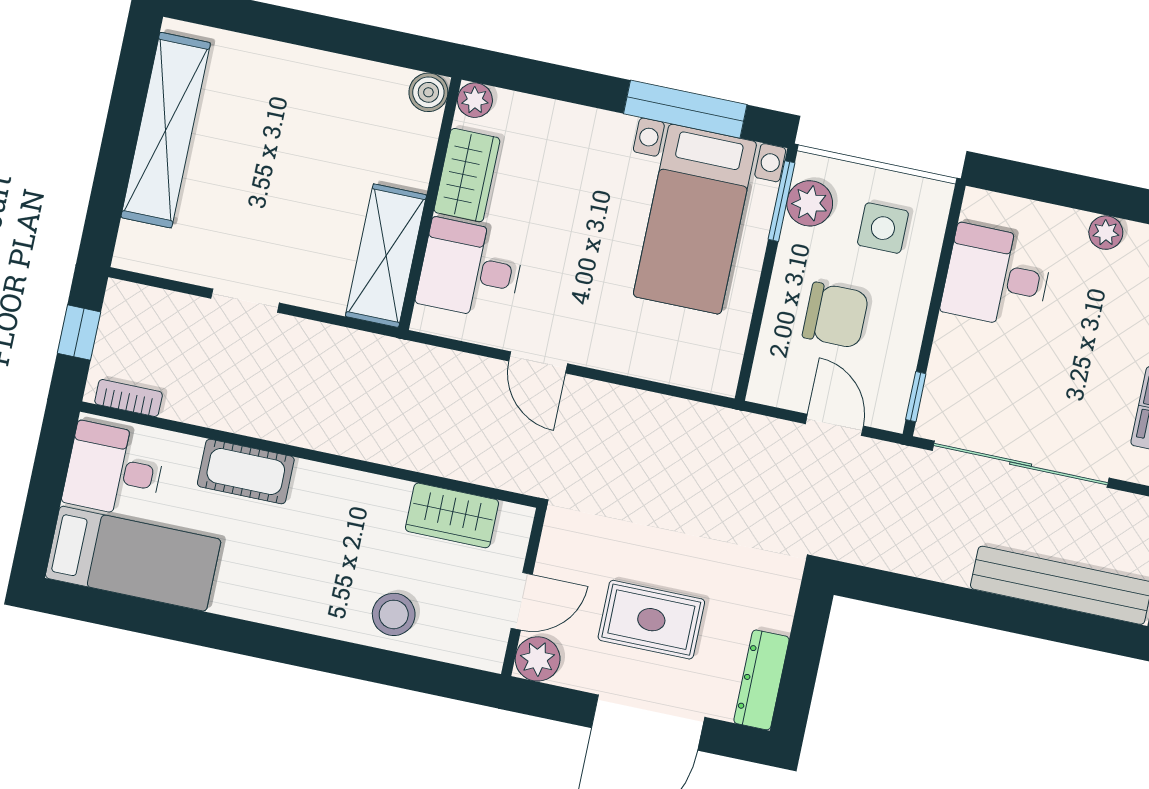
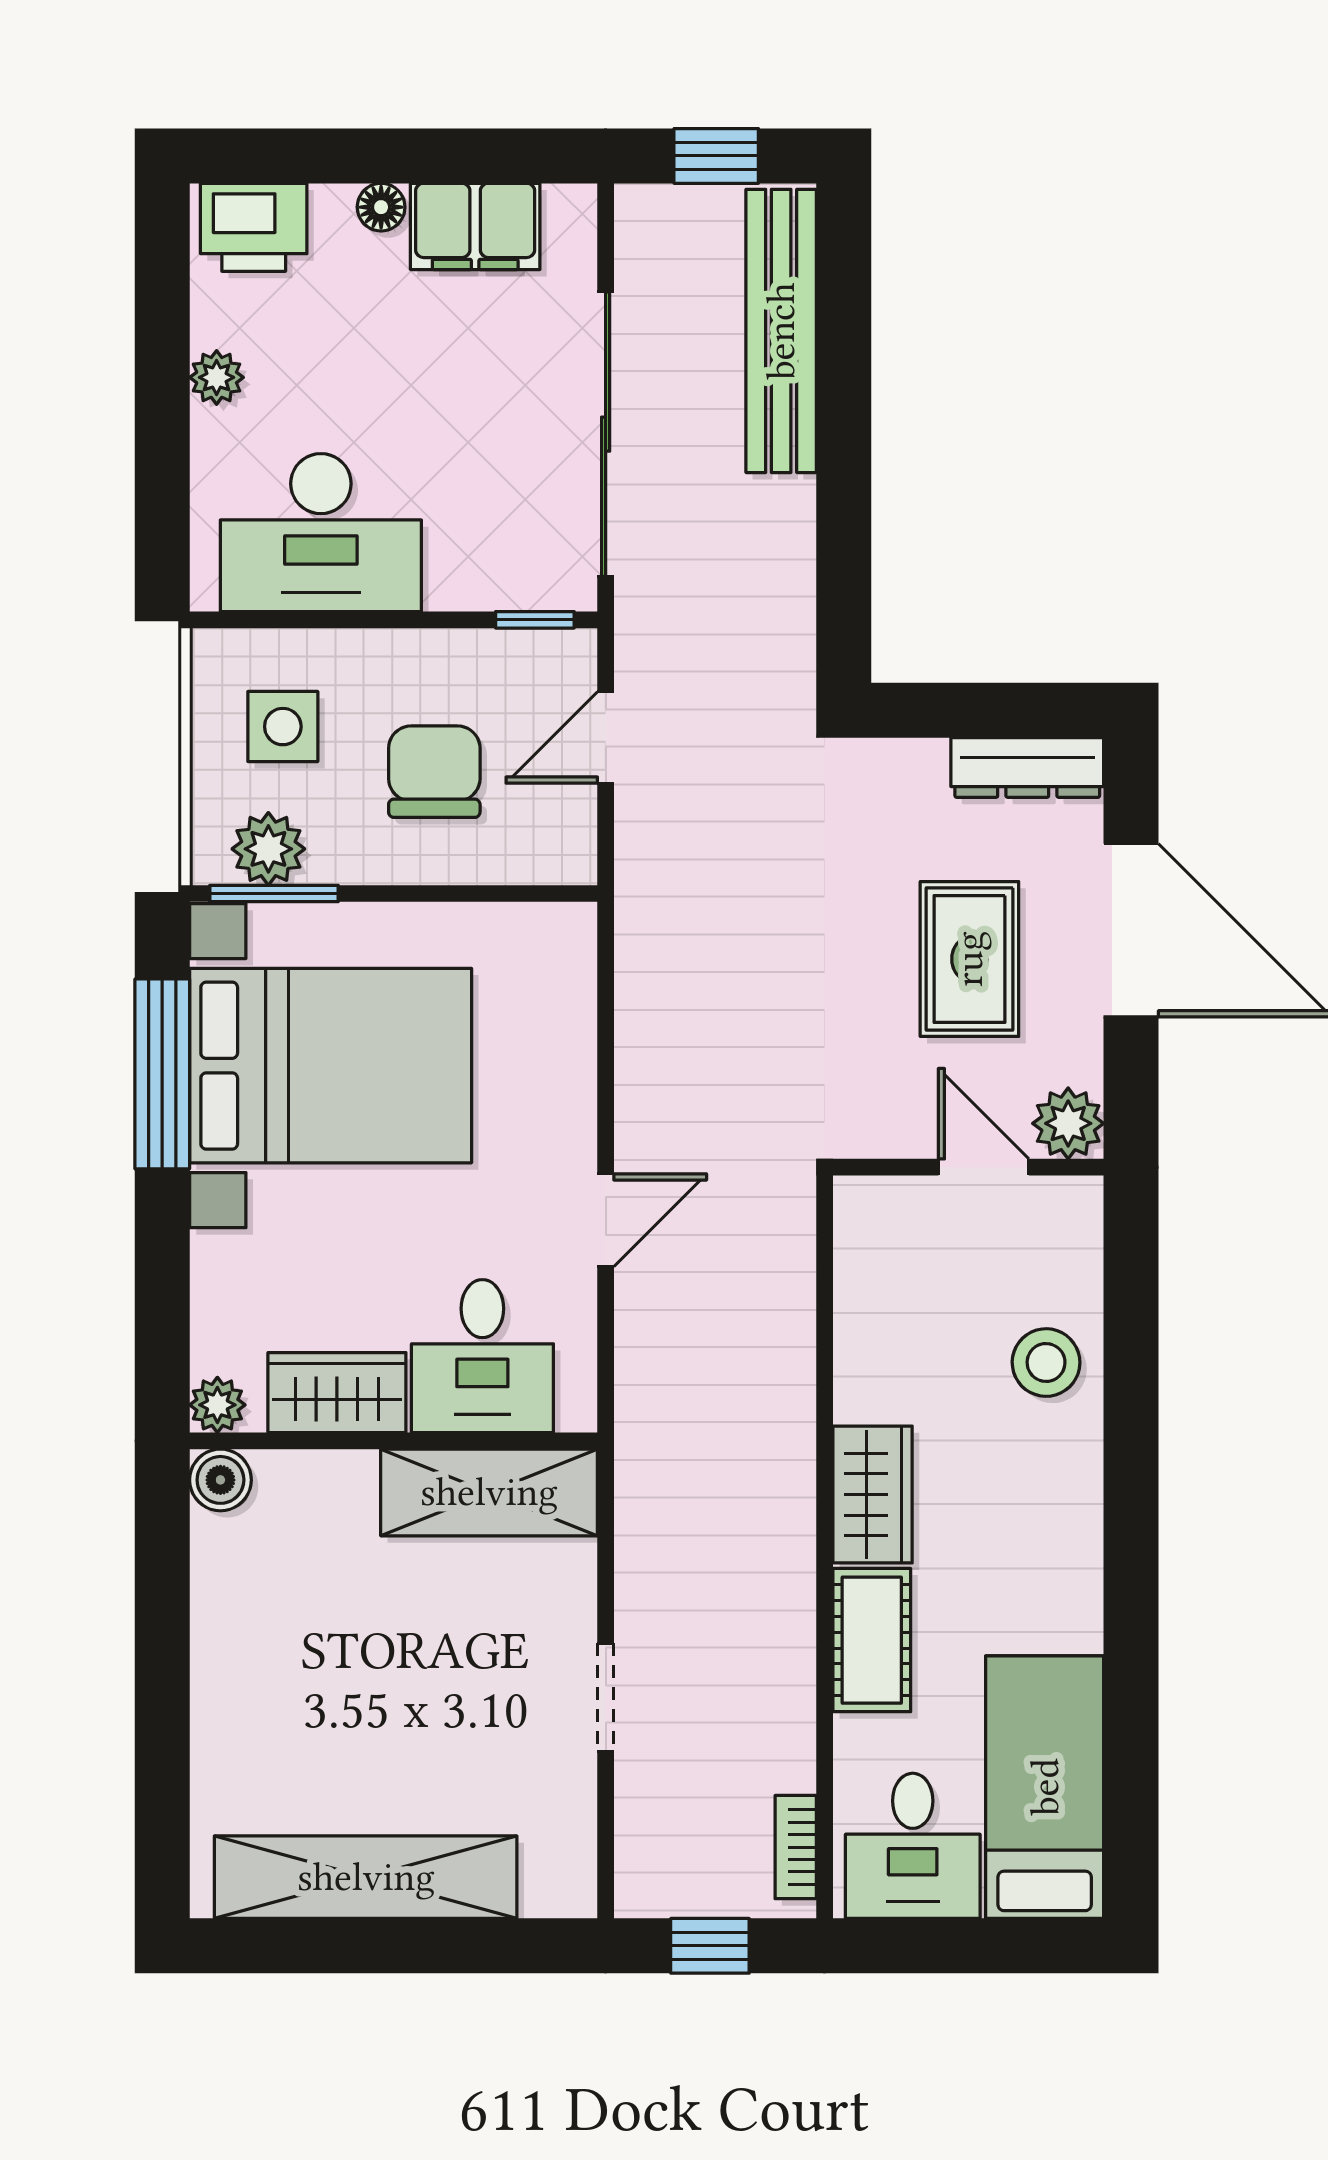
bed with nightstands: (695, 219) -> (331, 1066), width x1.36
desk: (997, 277) -> (321, 533), width x1.37
wardrobe: (452, 515) -> (872, 1494), moved

